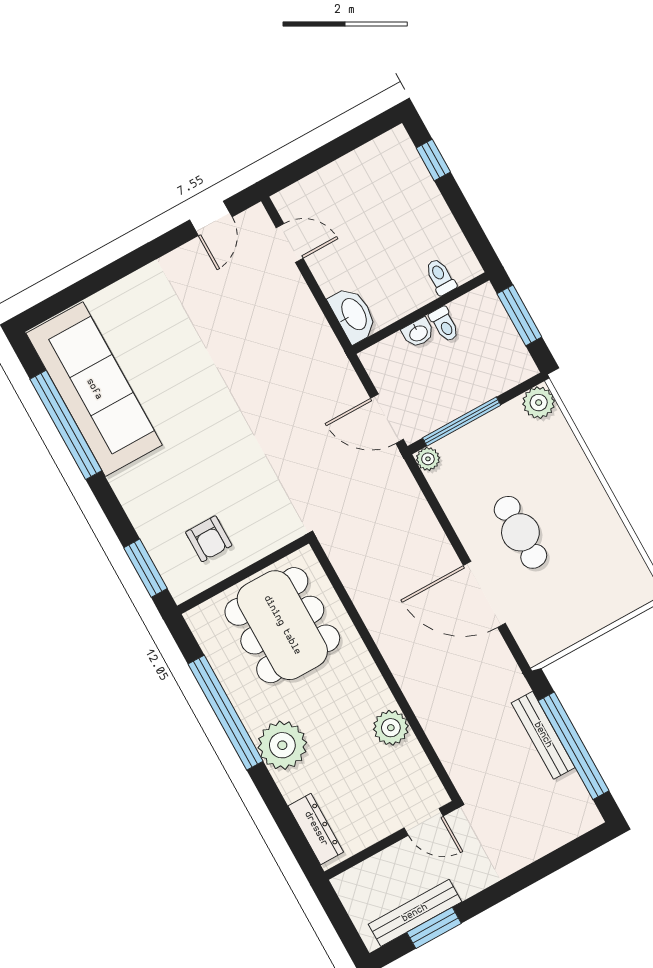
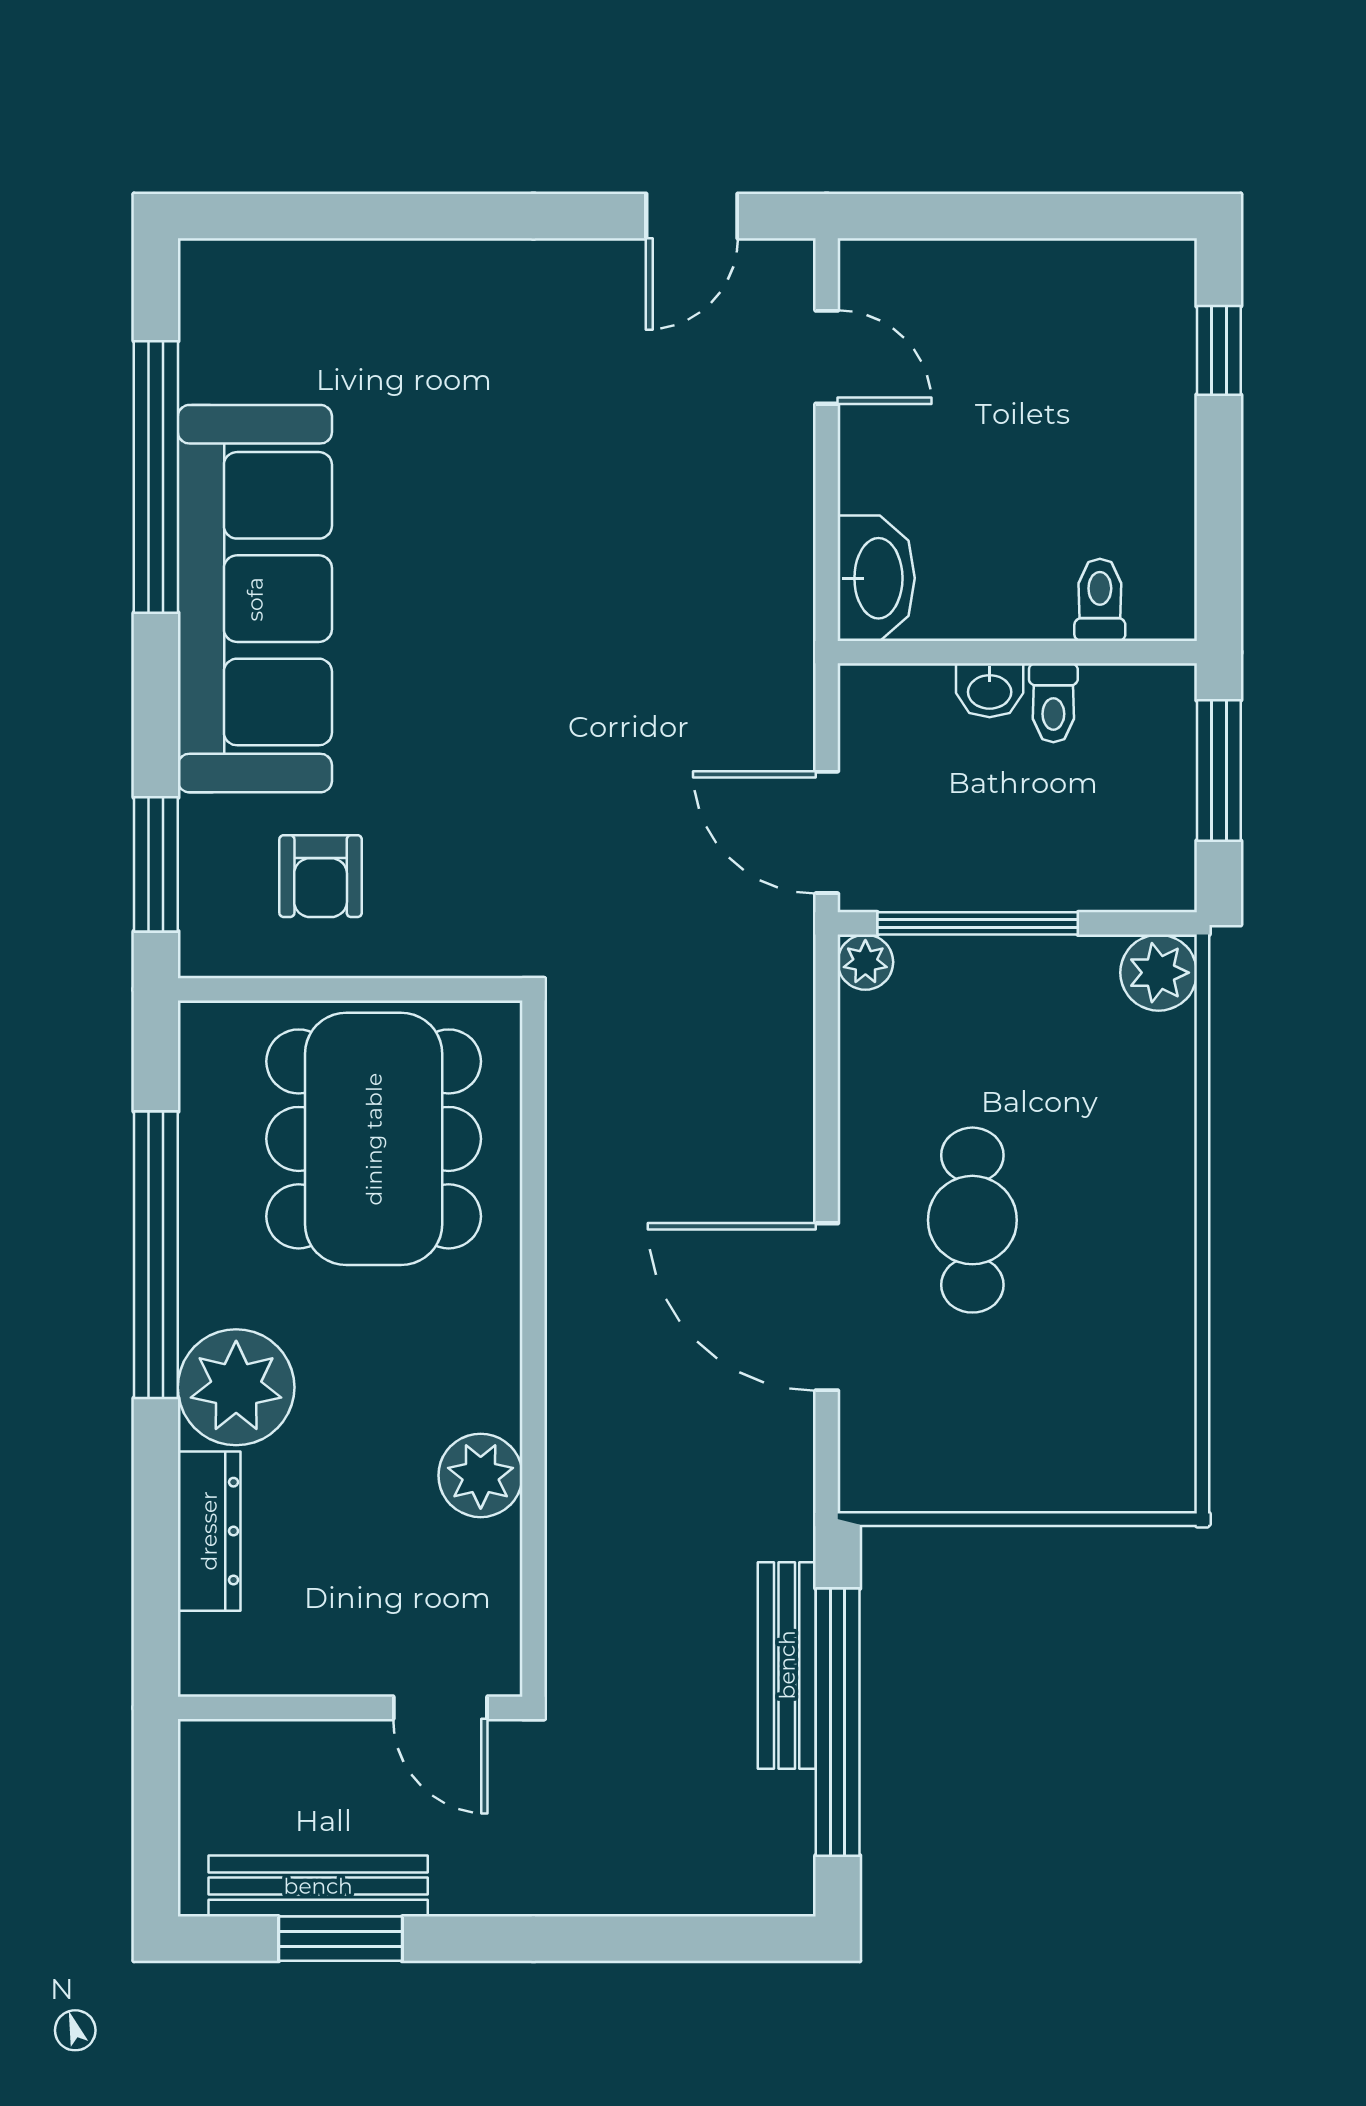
sofa: (94, 389) -> (255, 599), moved
dresser: (316, 829) -> (209, 1531), moved

